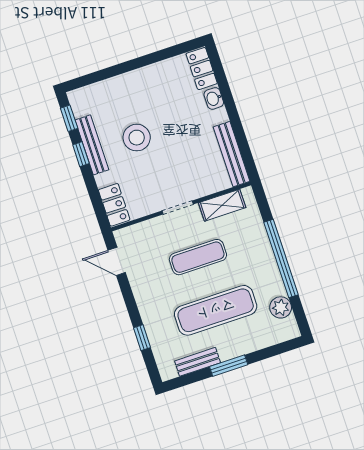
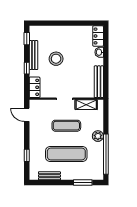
window: (81, 154) -> (27, 68), moved
window: (281, 258) -> (106, 154), moved
plant: (281, 307) -> (98, 136), moved
window: (229, 366) -> (83, 183), moved

